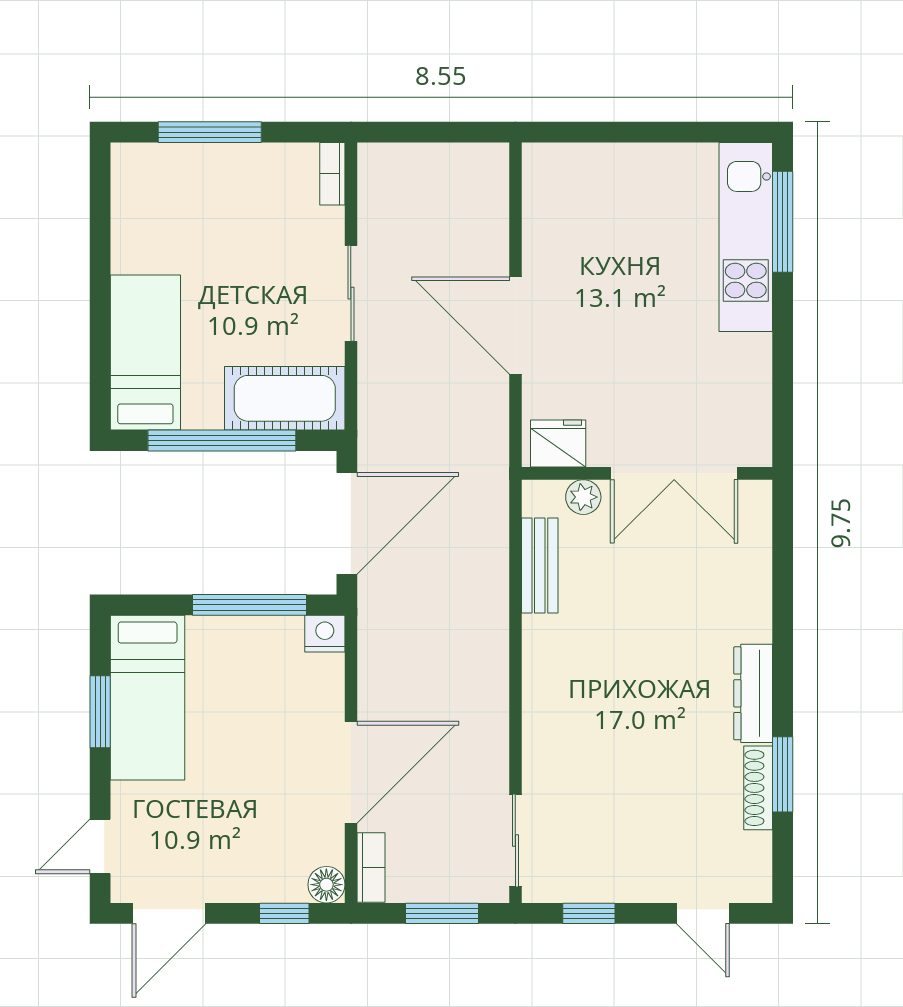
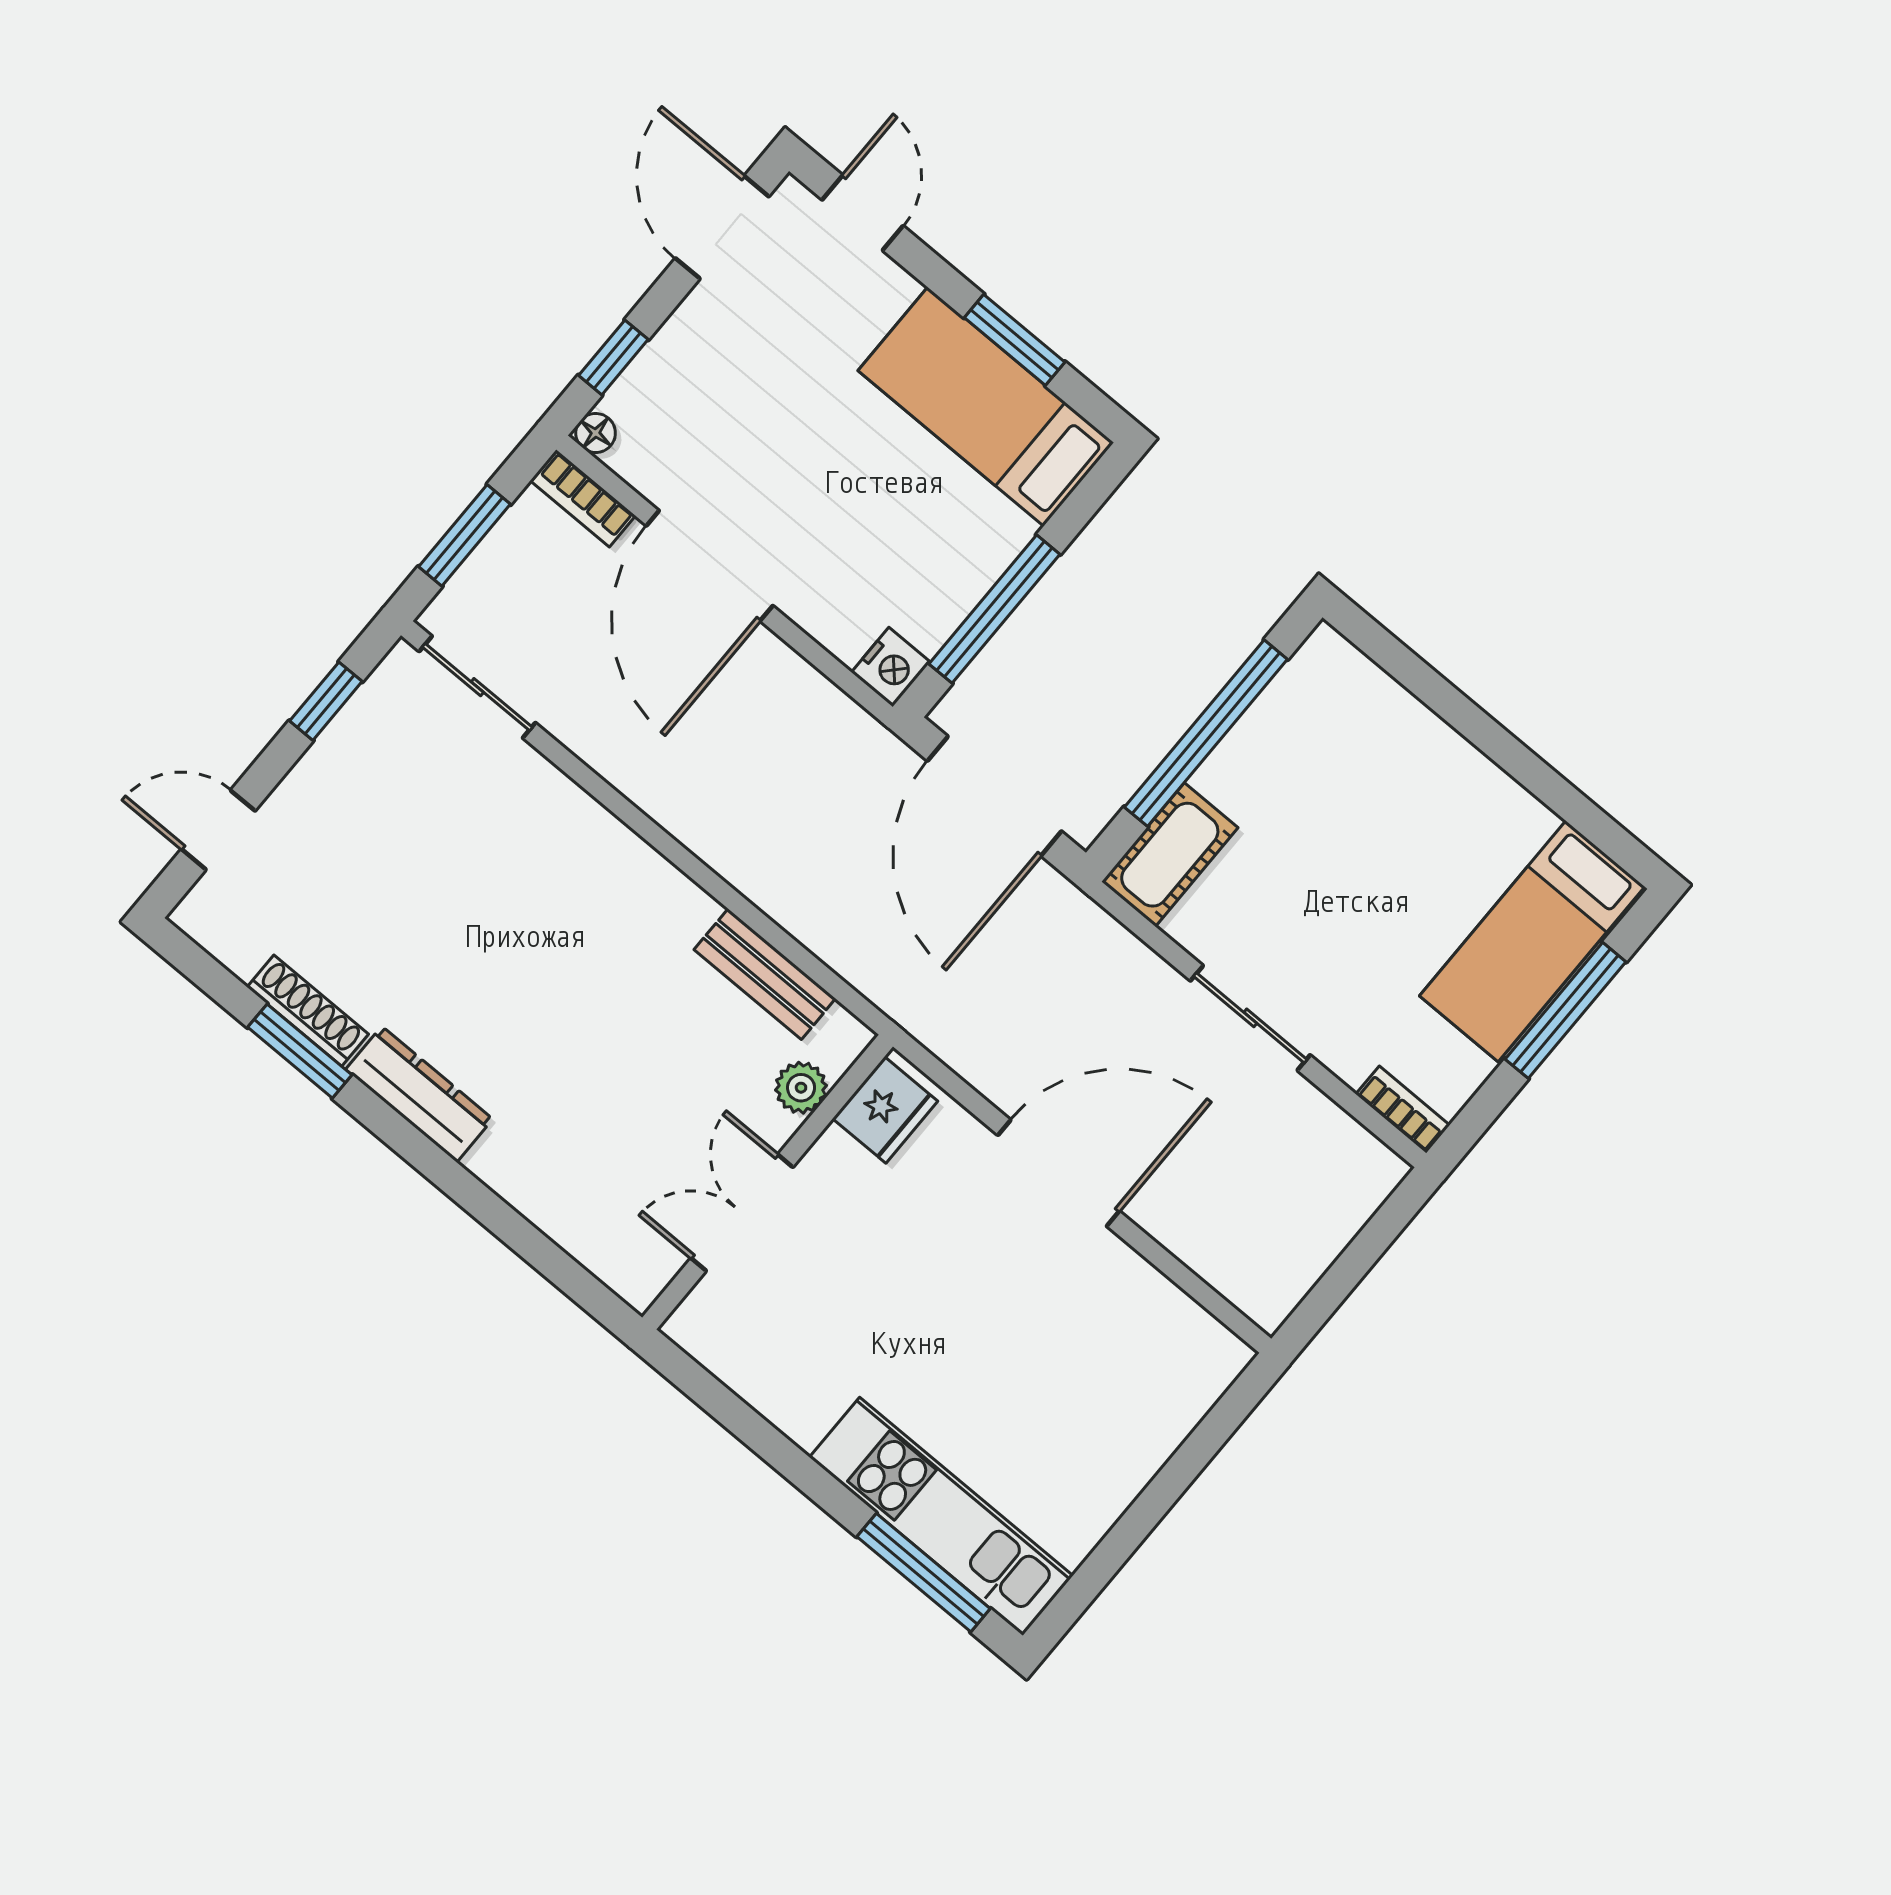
bed: (145, 353) -> (1532, 941), moved, turned 90
cot: (285, 398) -> (1170, 855), width x0.73, depth x0.75
double door: (674, 473) -> (742, 1213), width x0.73
floor lamp: (326, 885) -> (596, 433), width x0.73, depth x0.73

